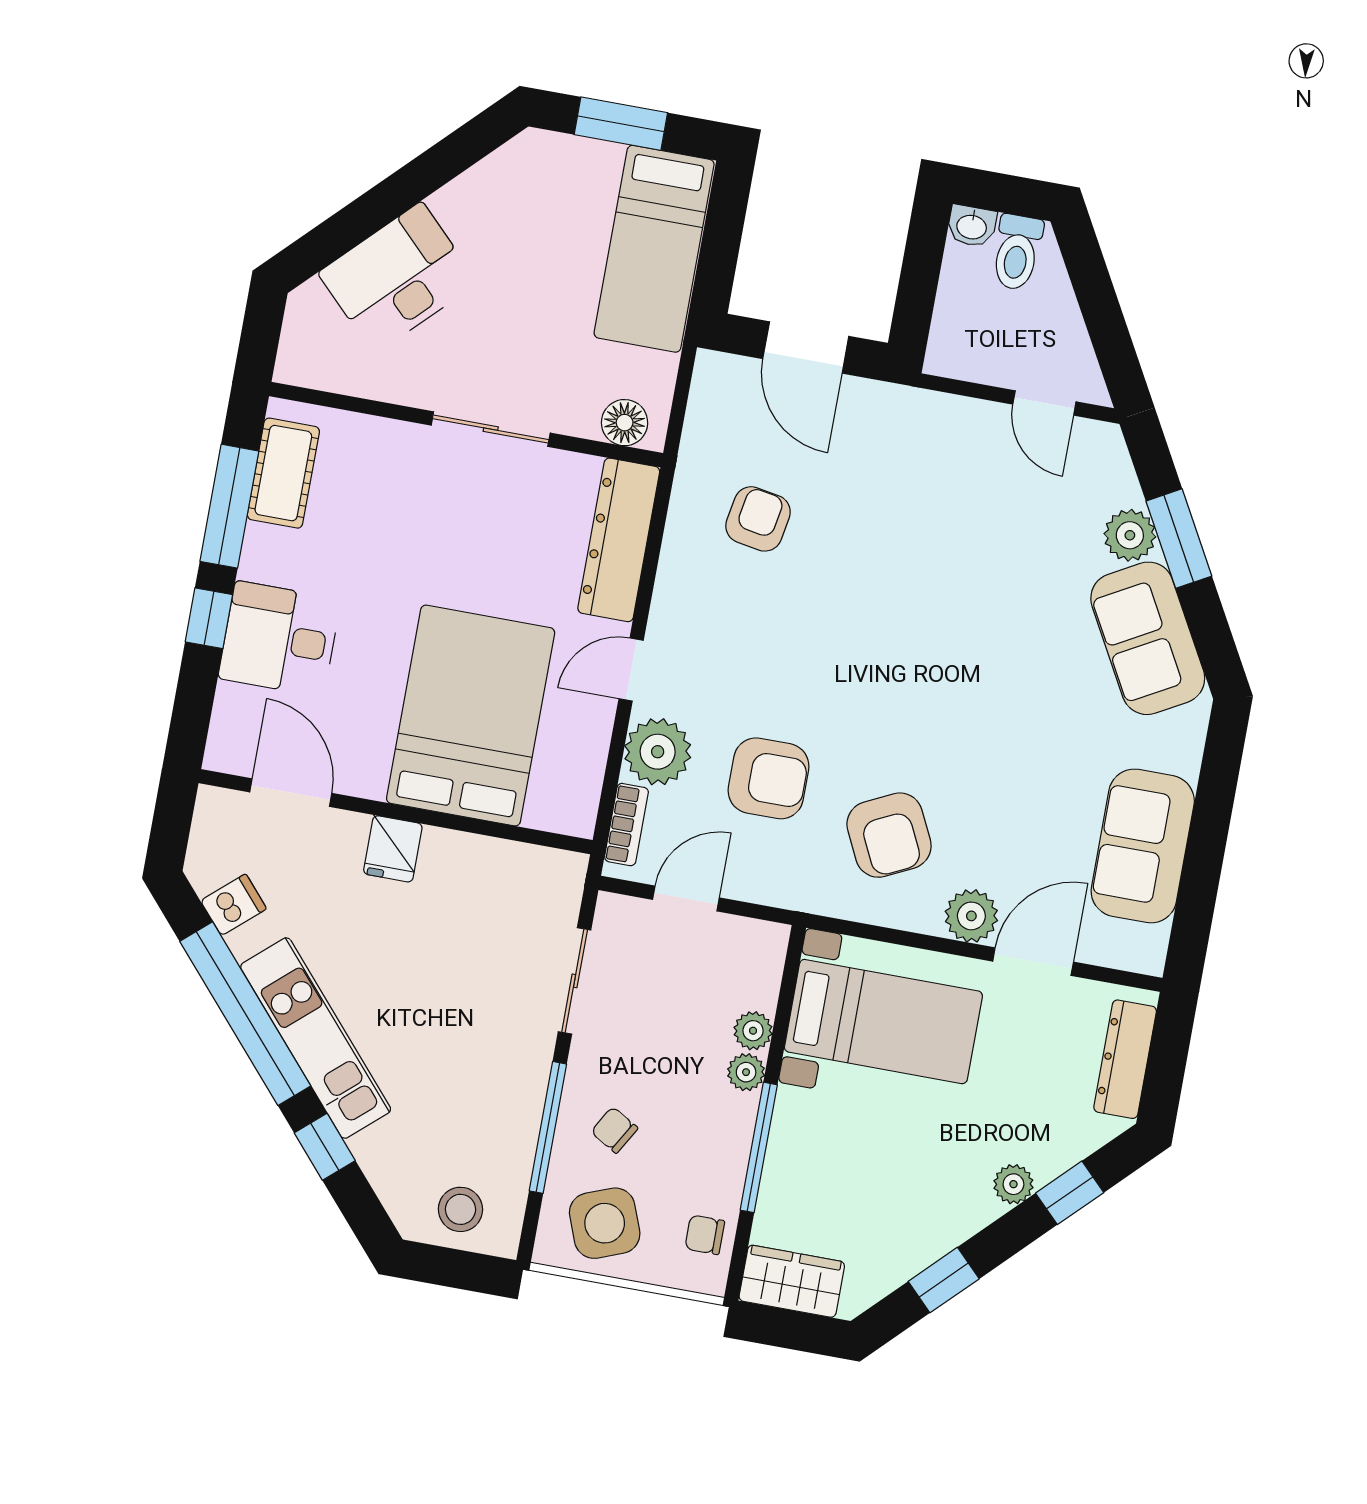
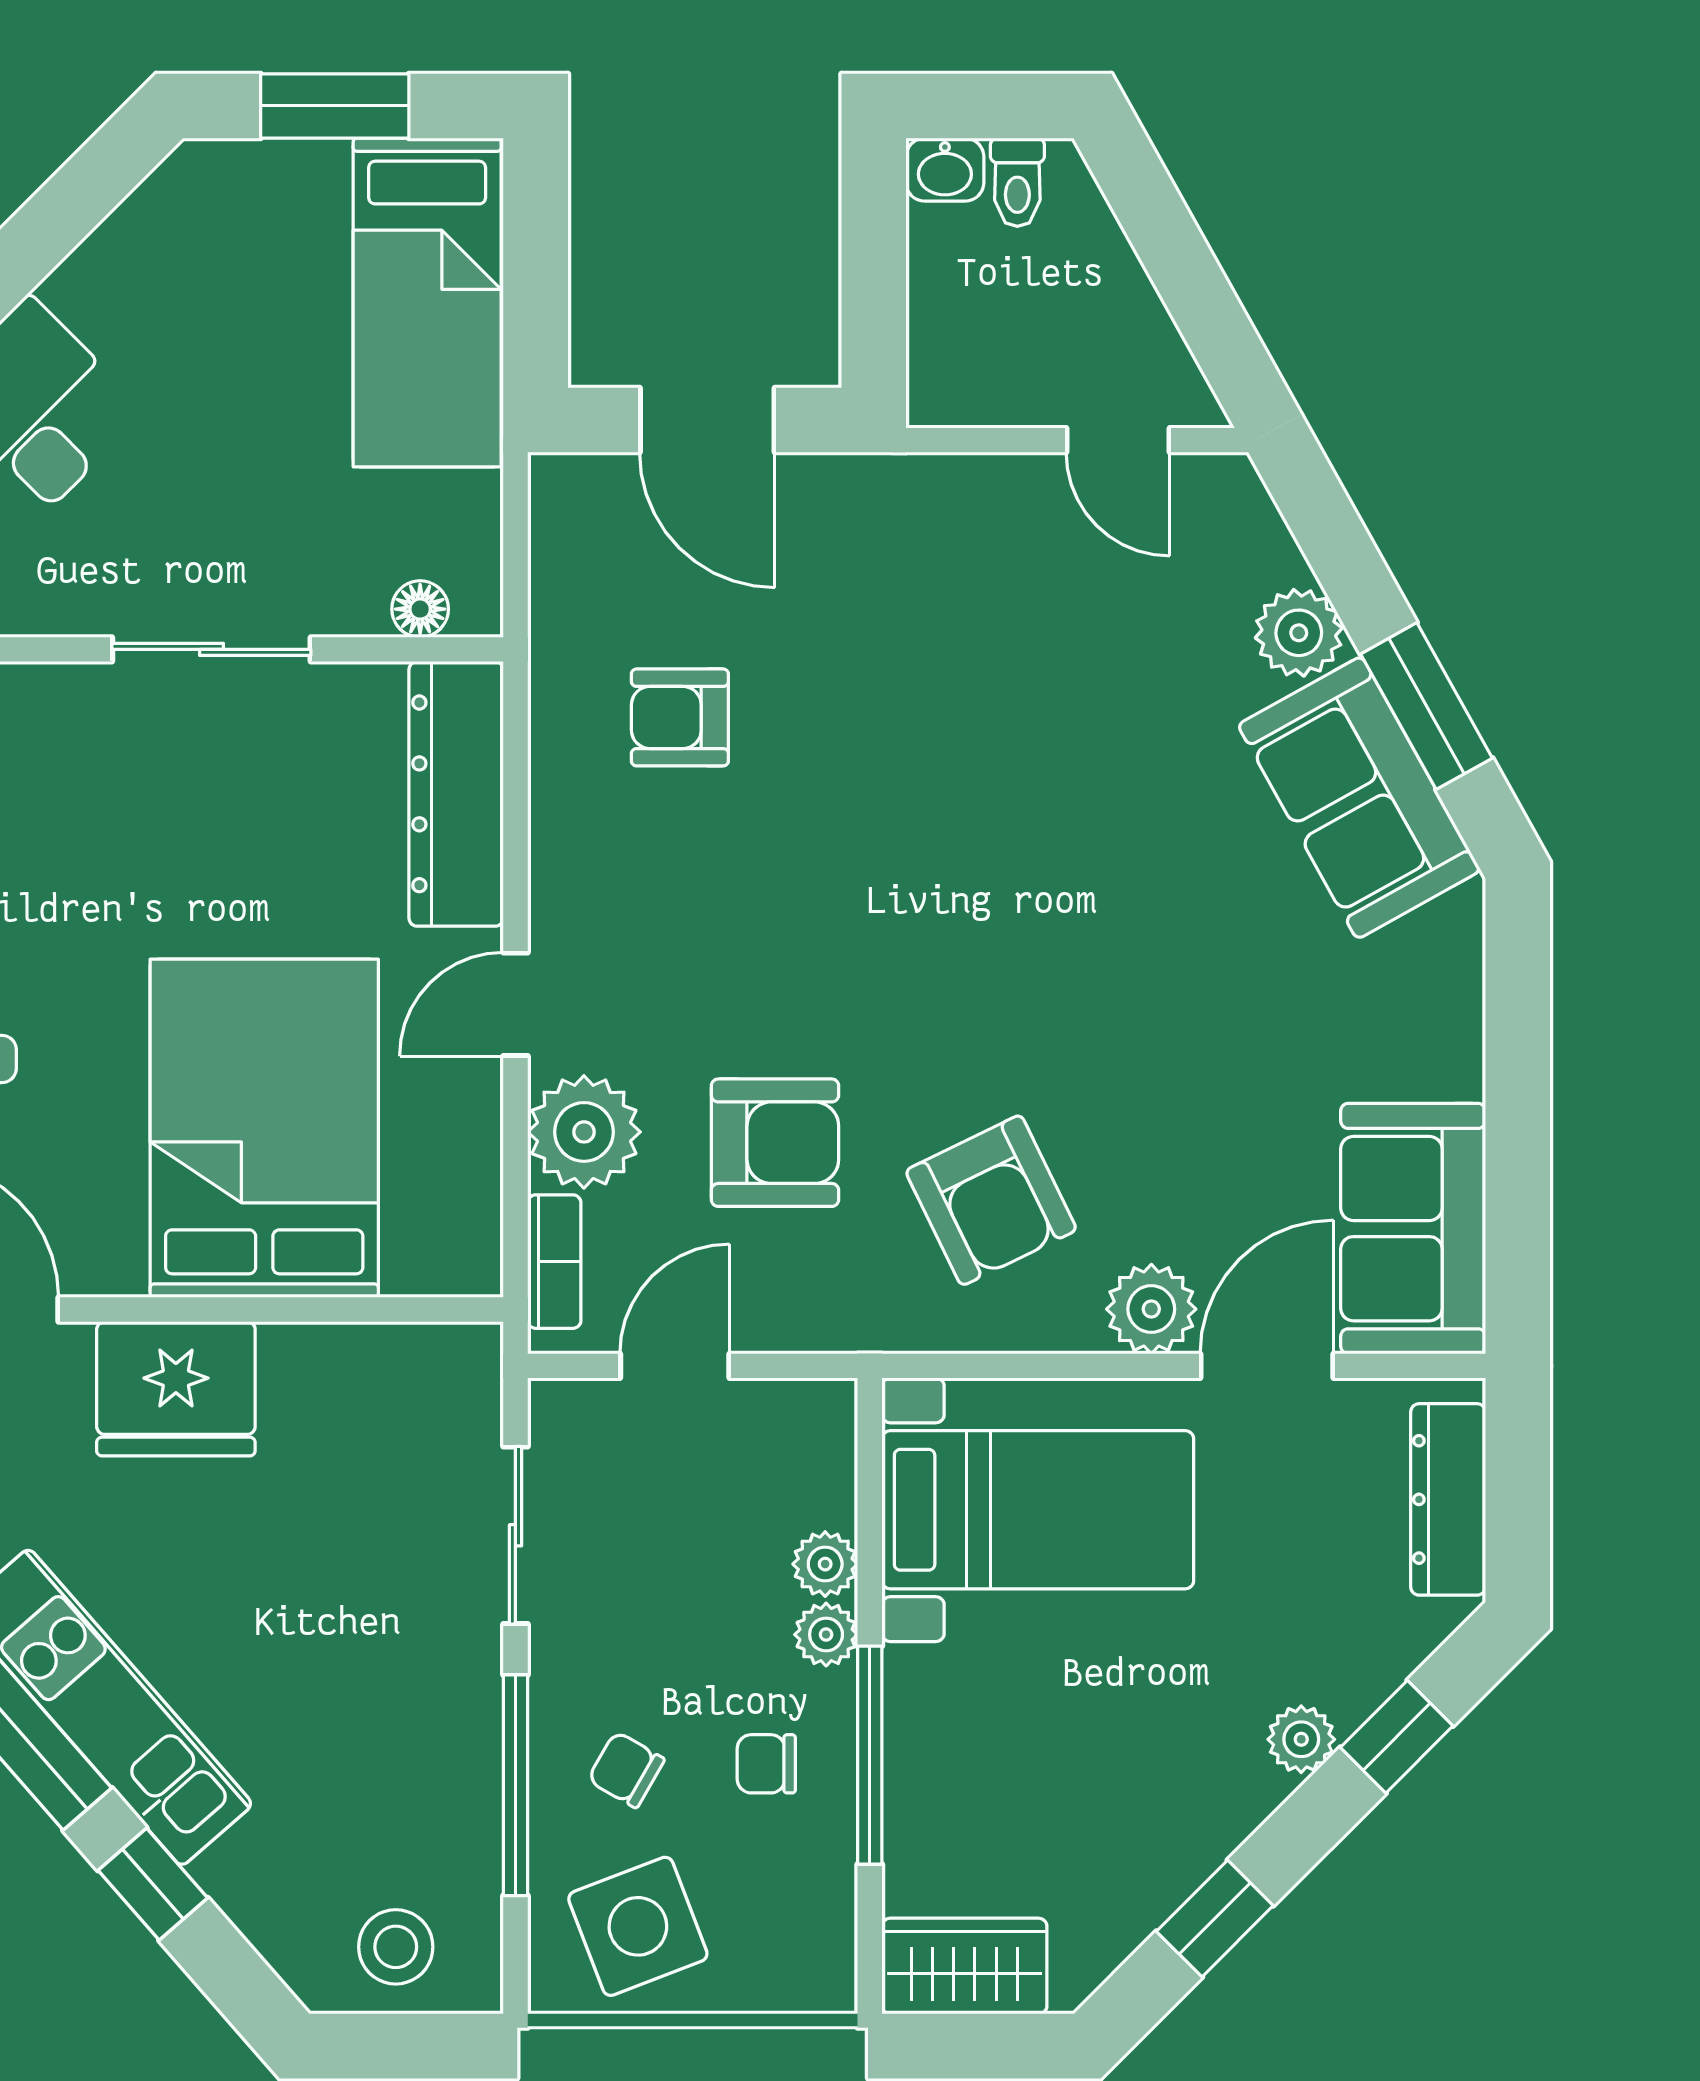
toilet: (1017, 252) -> (1017, 182), width x0.73, depth x0.72
floor lamp: (625, 423) -> (420, 609), width x0.73, depth x0.73
armchair: (758, 519) -> (680, 717), turned -100
window: (1179, 539) -> (1426, 706), moved
sofa: (1143, 846) -> (1413, 1229), moved
fridge: (393, 849) -> (176, 1389), width x1.88, depth x1.34
chair: (705, 1235) -> (766, 1764), moved

